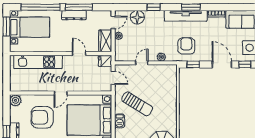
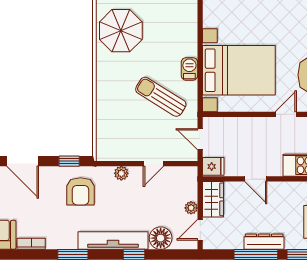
tv unit: (186, 16) -> (113, 240), moved

